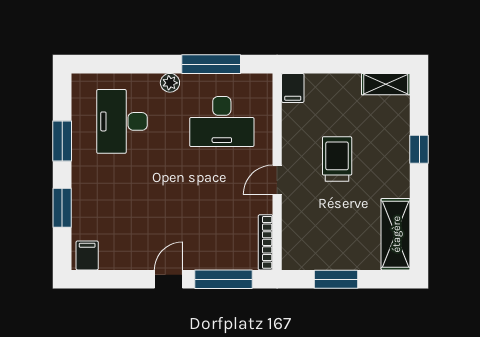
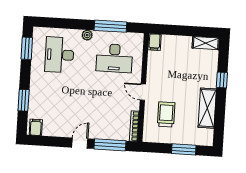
window: (62, 141) -> (27, 48), moved
trolley: (337, 159) -> (166, 114), moved
door: (277, 180) -> (143, 92), hinge flipped
shelving: (396, 234) -> (207, 108), moved
window: (336, 279) -> (184, 149), moved

